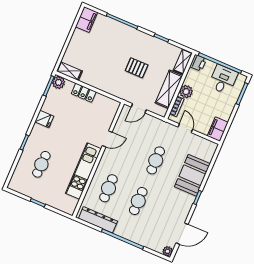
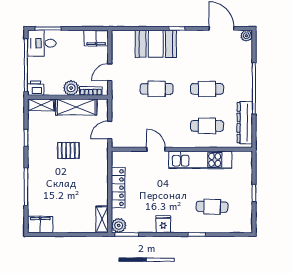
pallet: (137, 68) -> (68, 150), turned 90
desk: (223, 79) -> (42, 43), moved
locker: (84, 93) -> (118, 188), width x1.53
door: (139, 108) -> (110, 130), swing flipped

